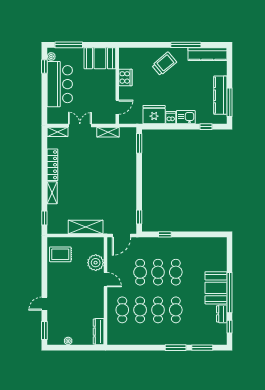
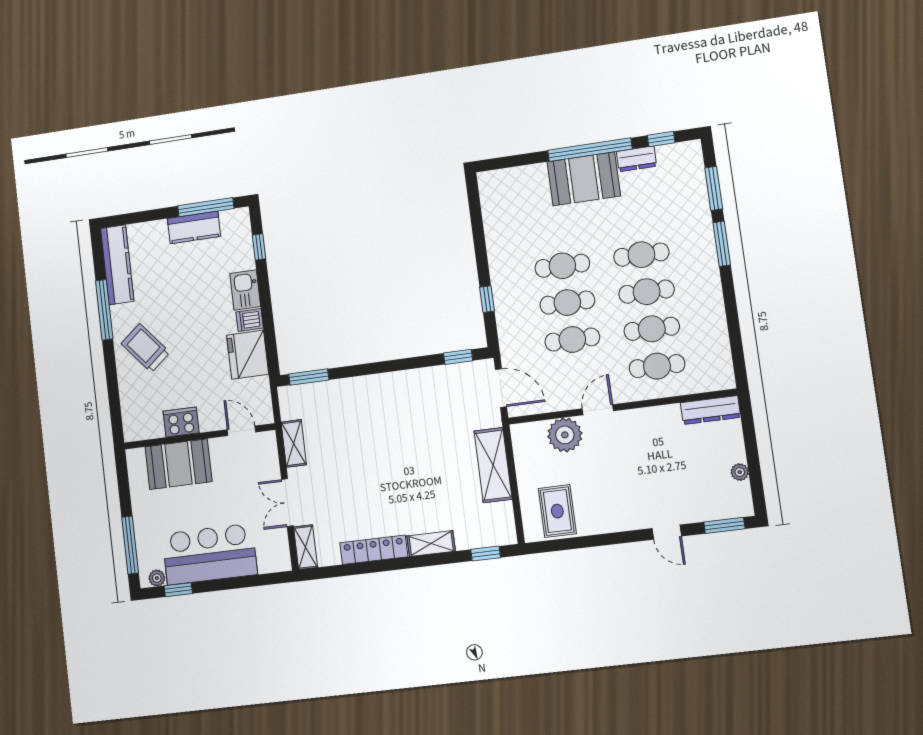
booth: (100, 58) -> (178, 464), moved, turned 90
kitchen counter: (220, 95) -> (194, 227), width x0.67

